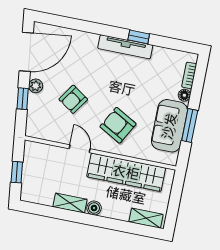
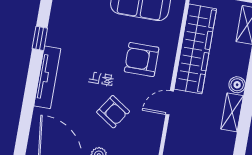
tv unit: (125, 47) -> (47, 77), moved
armchair: (118, 125) -> (142, 60), turned 61

